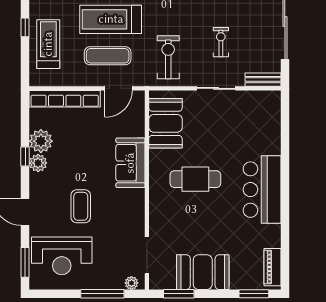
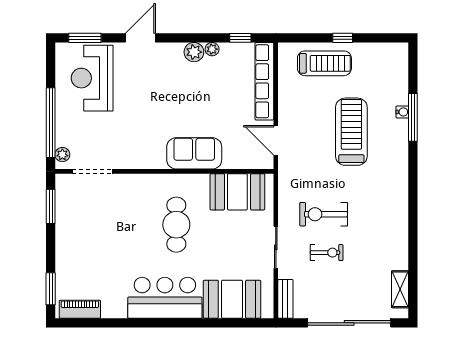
exercise mat: (108, 56) -> (312, 128), removed
exercise bike: (168, 57) -> (324, 214), moved, turned 180
plant: (41, 141) -> (212, 49), width x0.53, depth x0.53
window: (25, 156) -> (240, 38), moved
coffee table: (81, 206) -> (147, 99), removed
booth: (203, 272) -> (232, 299), moved, turned 90
window: (102, 294) -> (51, 123), width x1.46

